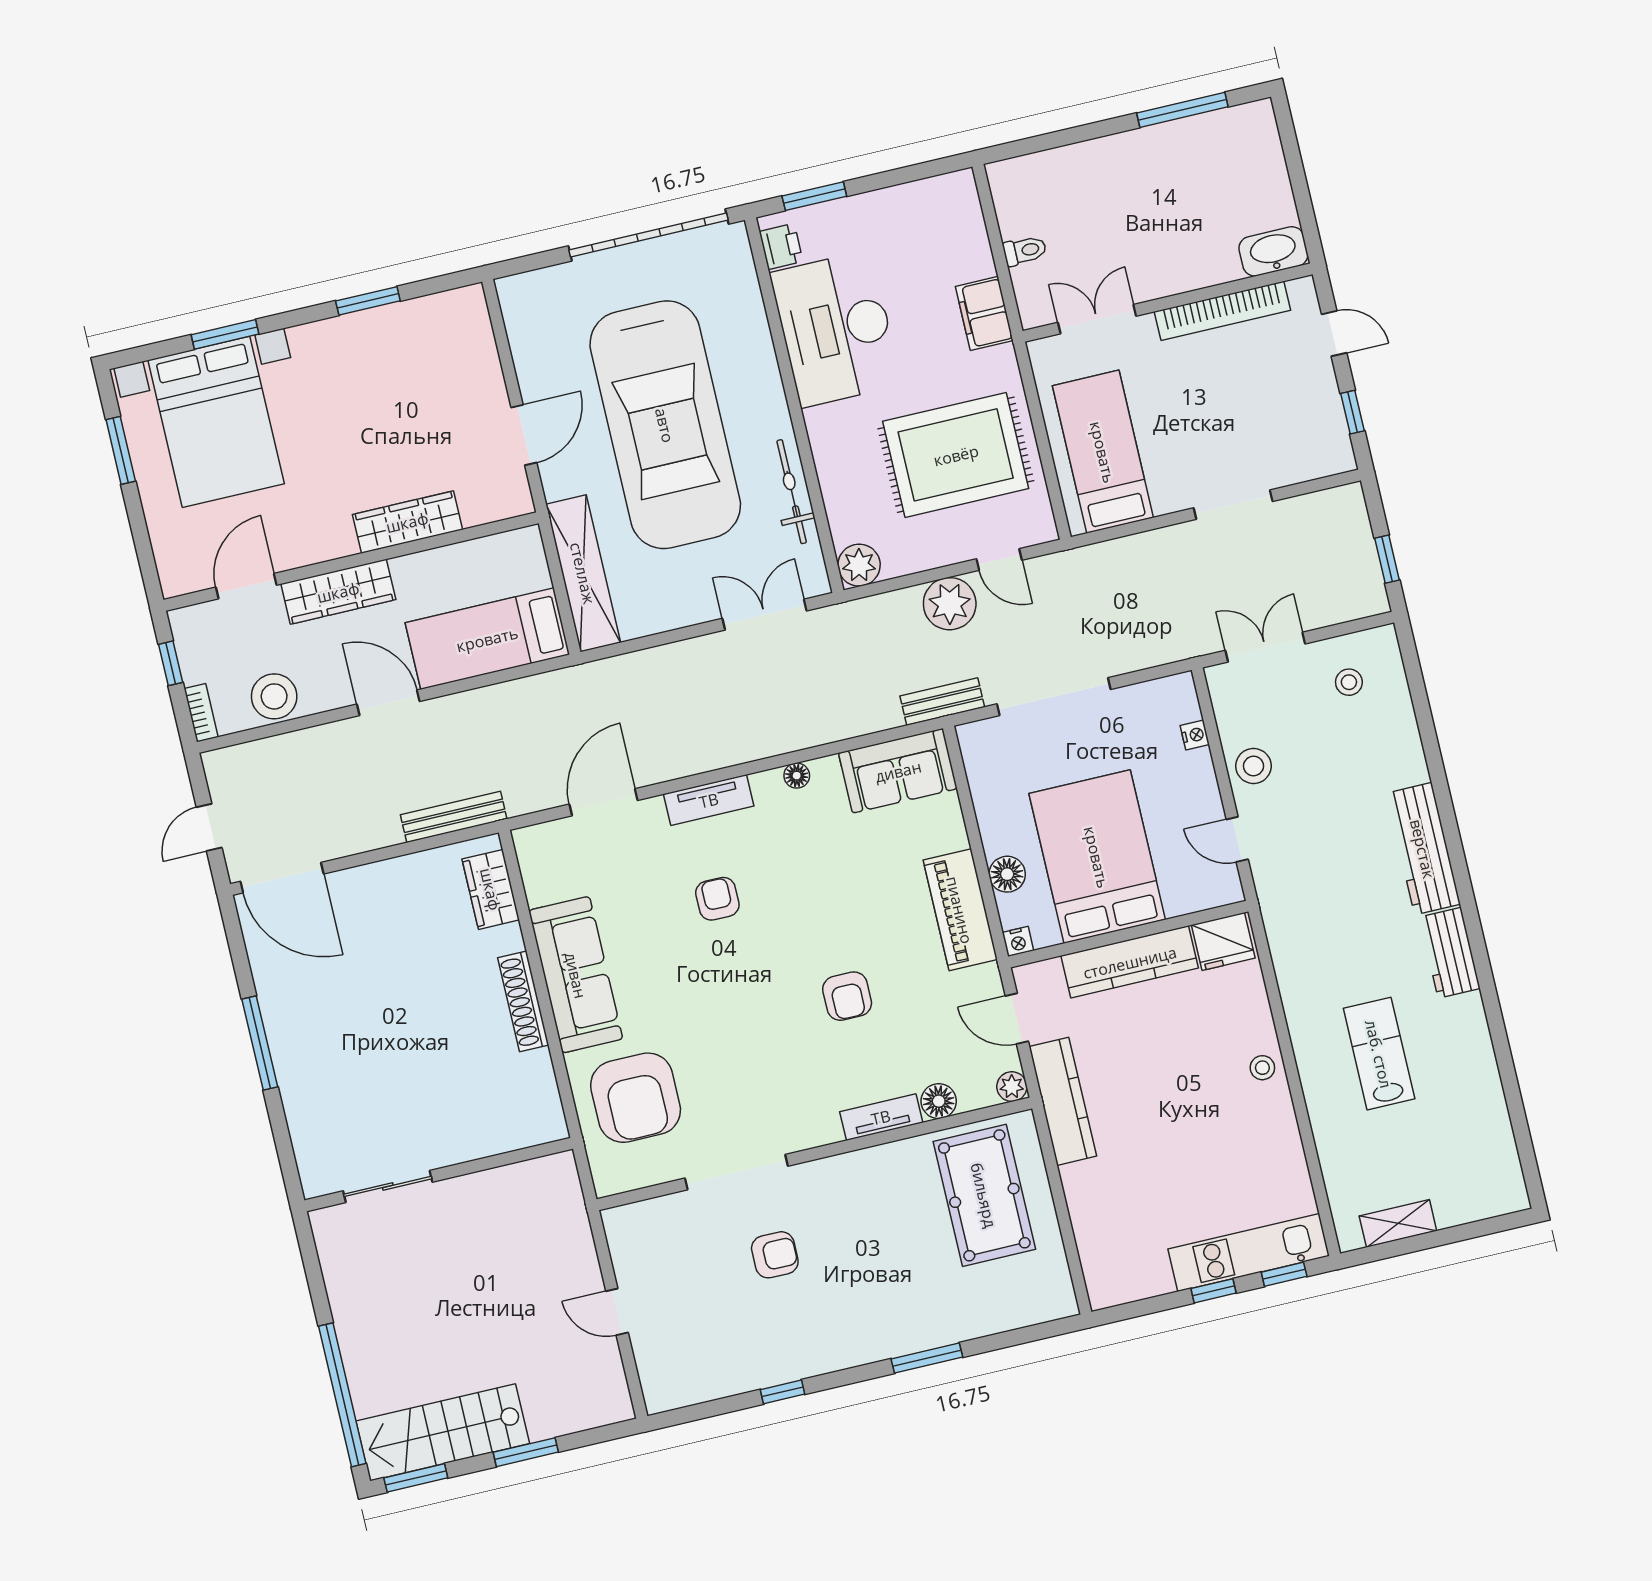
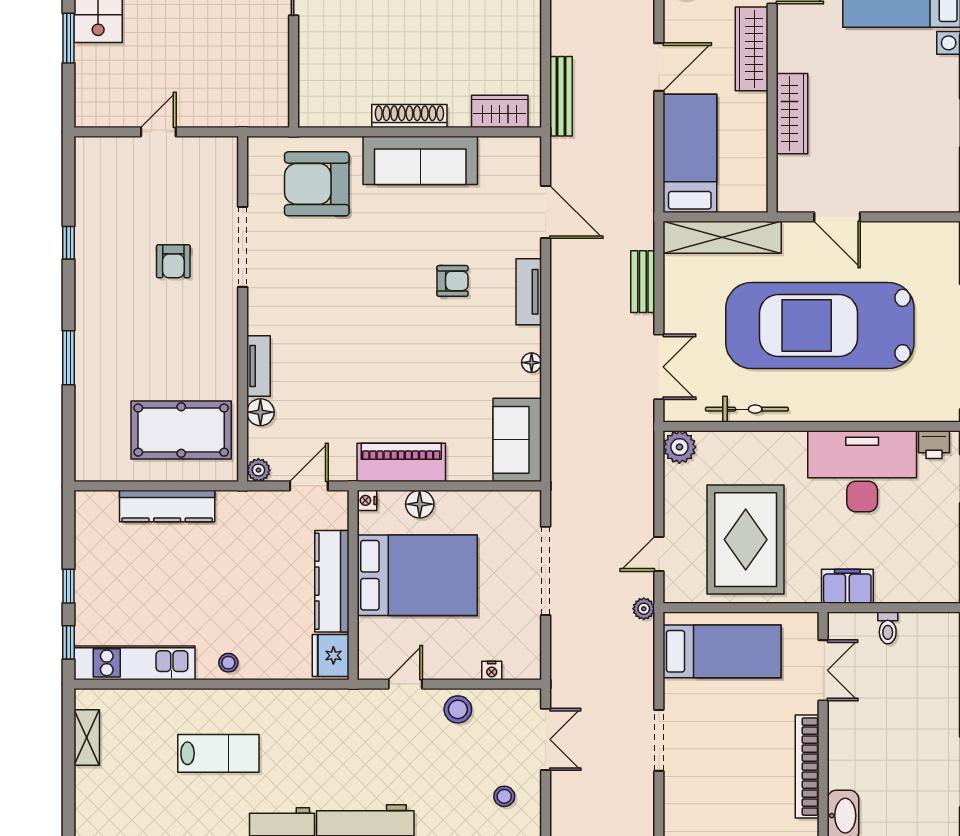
plant: (950, 604) -> (644, 609), moved, width x0.53, depth x0.53
bench: (942, 702) -> (643, 282), moved
armchair: (847, 996) -> (356, 362), removed
kitchen counter: (1063, 1101) -> (167, 506), moved
kitchen unit: (1249, 1253) -> (134, 663), moved, turned -90

